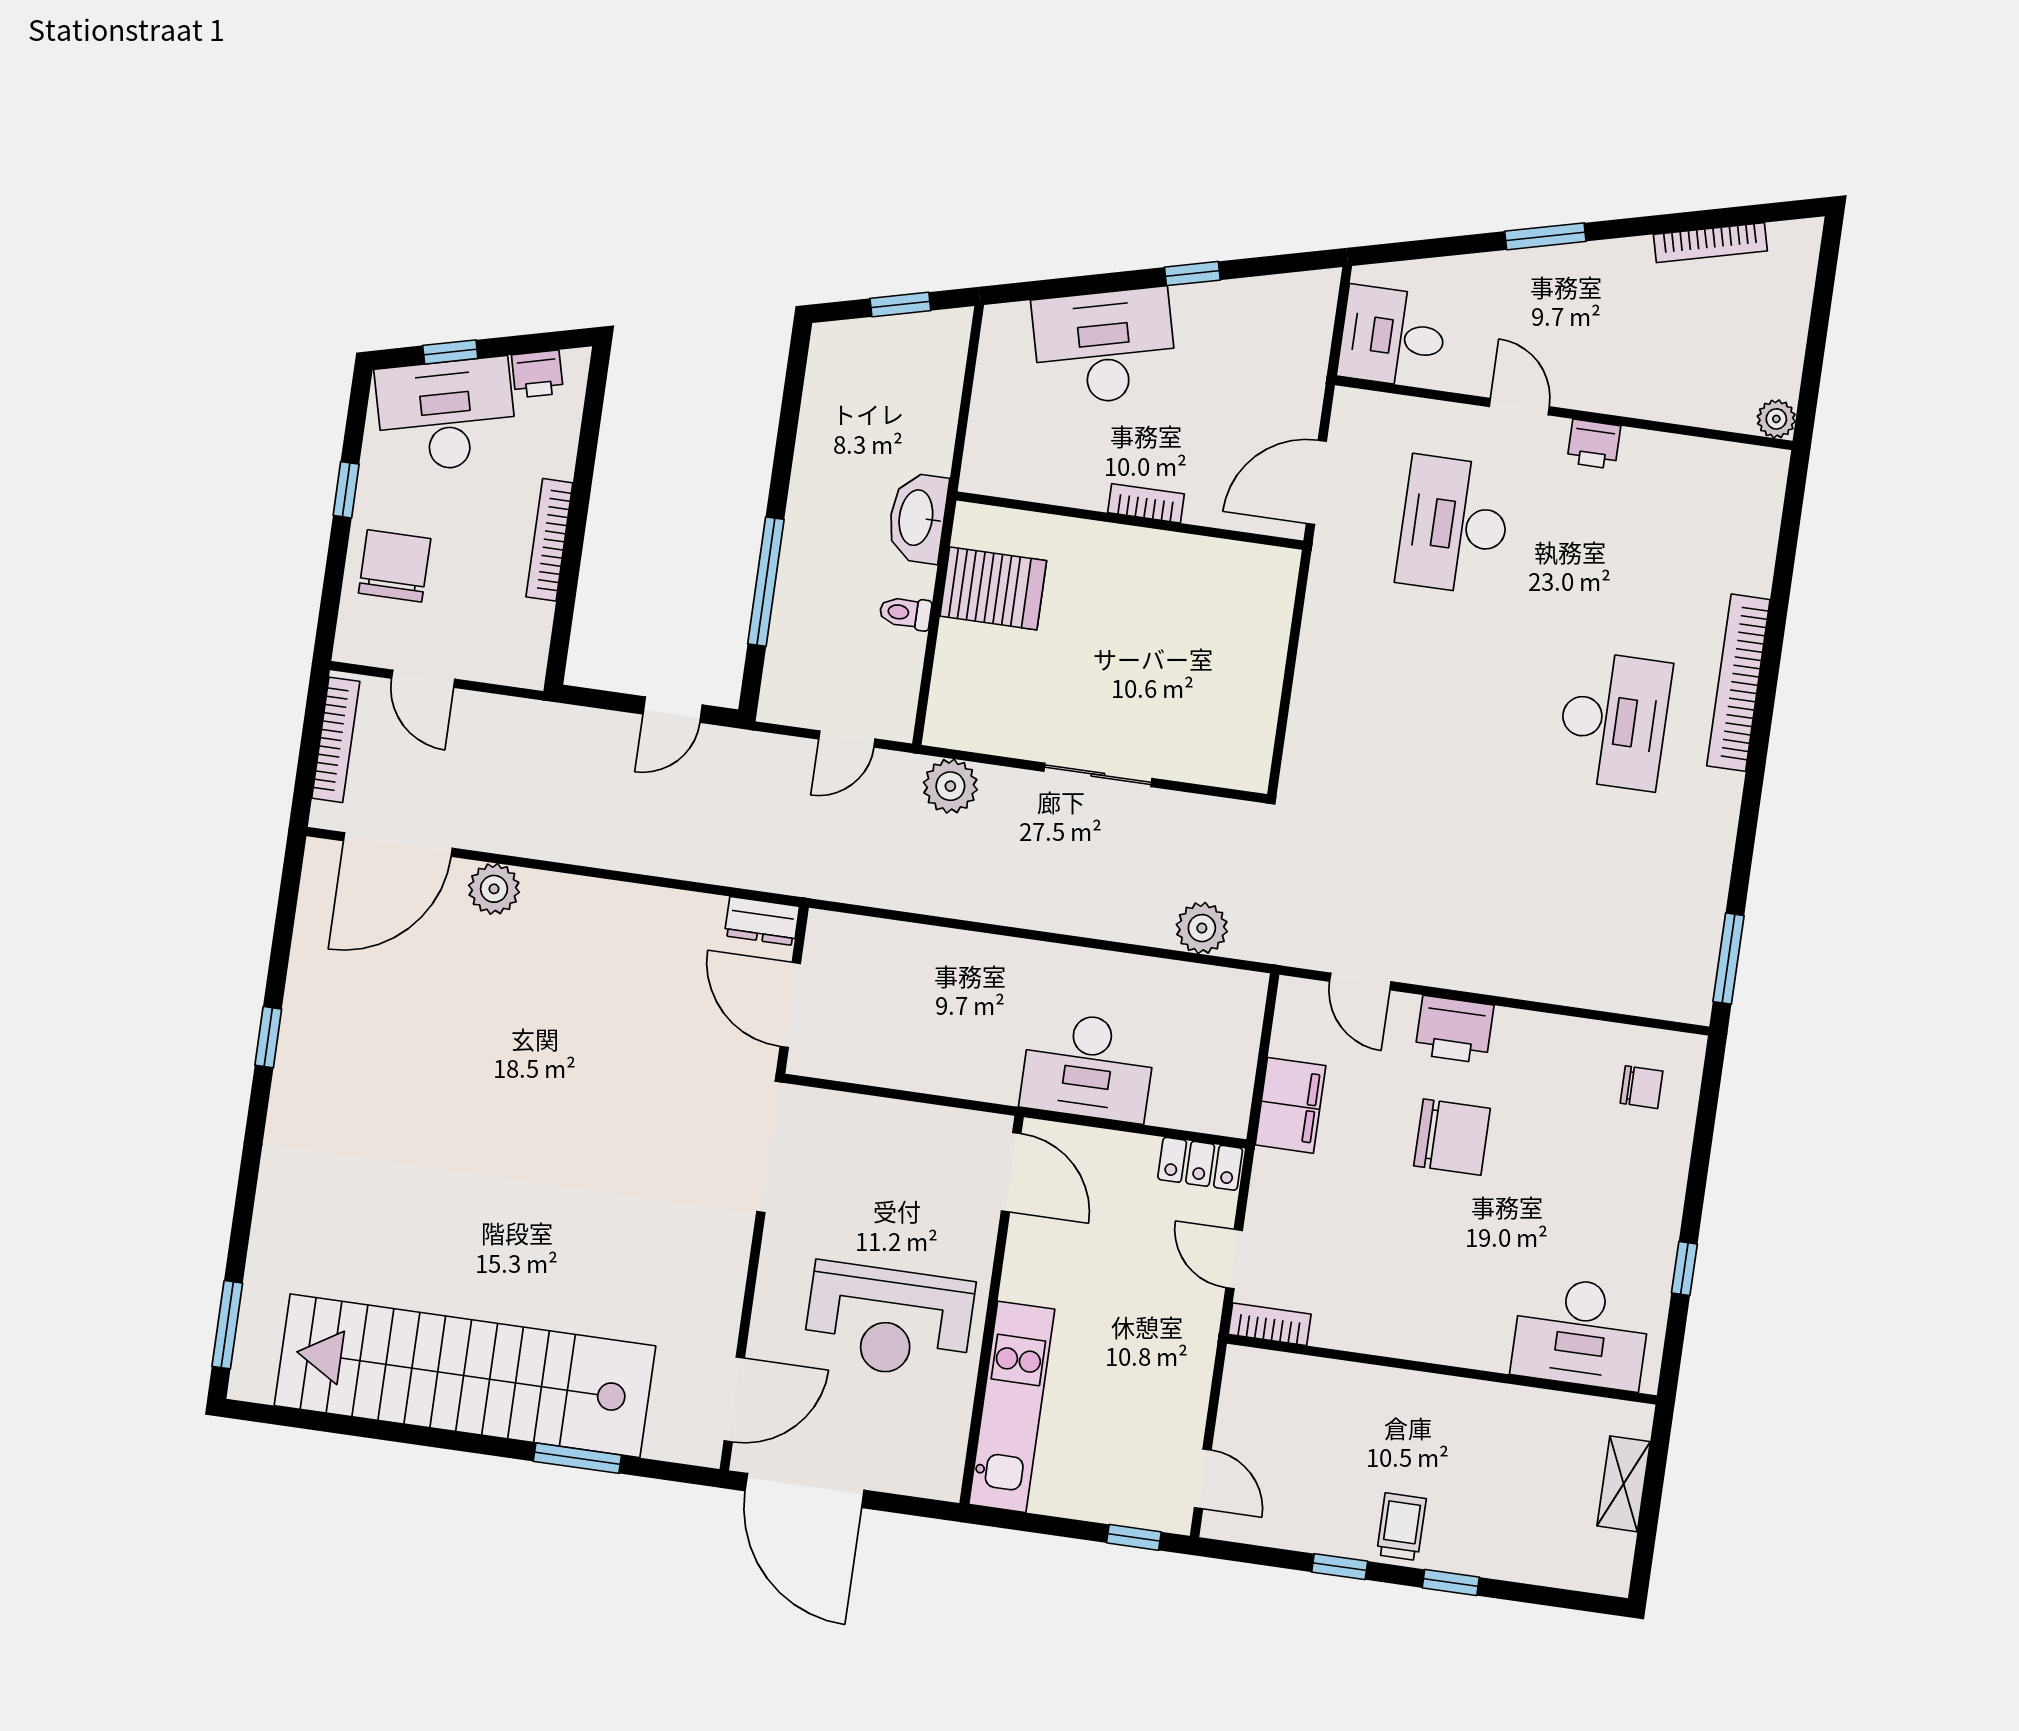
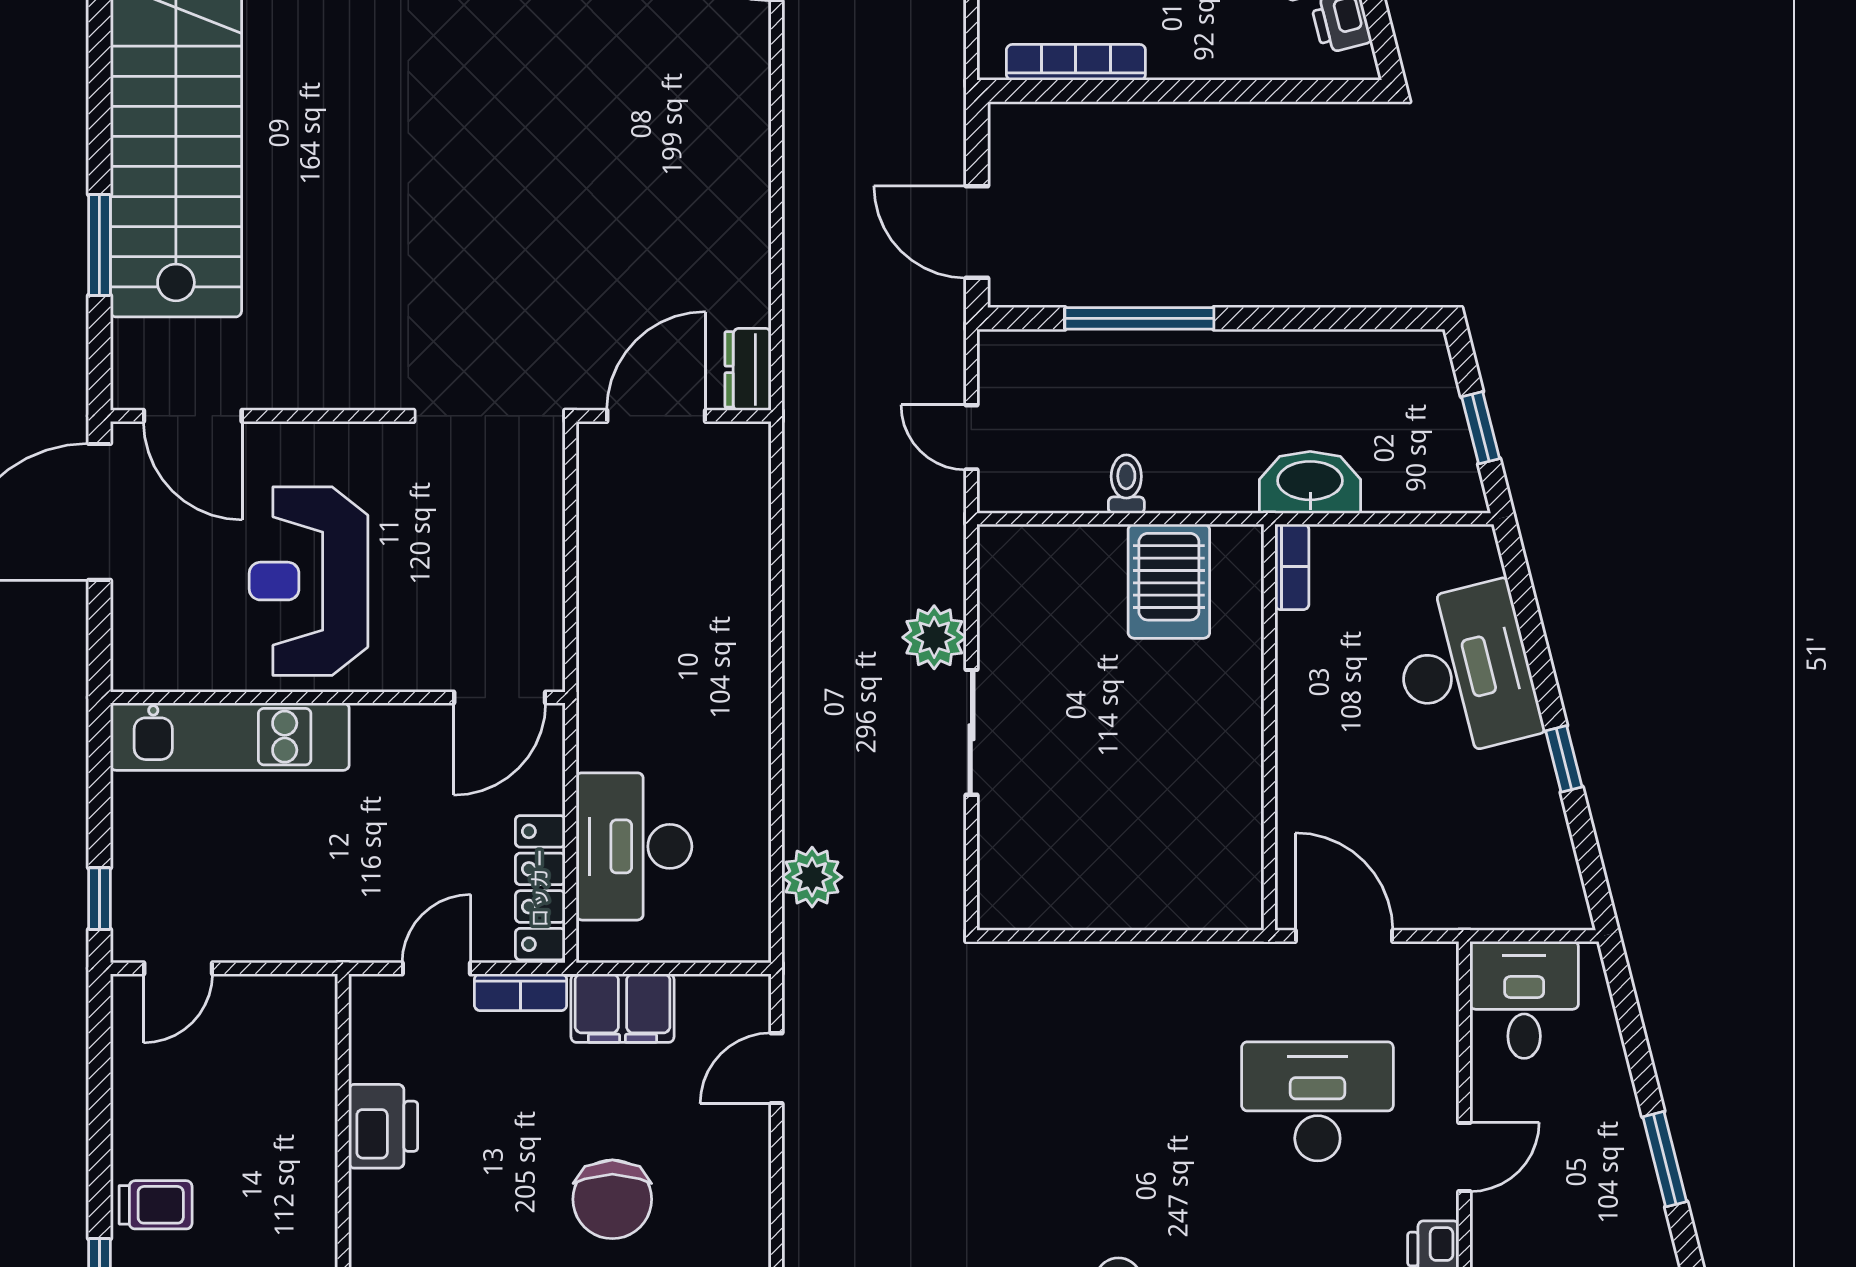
bookcase: (1146, 503) -> (1292, 567), moved
washbasin: (917, 518) -> (1310, 482), moved
bookcase: (549, 540) -> (1076, 62), moved
door: (673, 710) -> (977, 232), width x1.38
plant: (950, 786) -> (934, 637), moved
plant: (494, 889) -> (741, 56), removed
printer: (1454, 1030) -> (383, 1126), moved, turned 180
desk: (1088, 1067) -> (634, 846), moved
locker: (1200, 1164) -> (540, 888), width x1.53
bookcase: (1270, 1324) -> (521, 992), moved, turned 90
window: (1340, 1567) -> (99, 1140), removed

